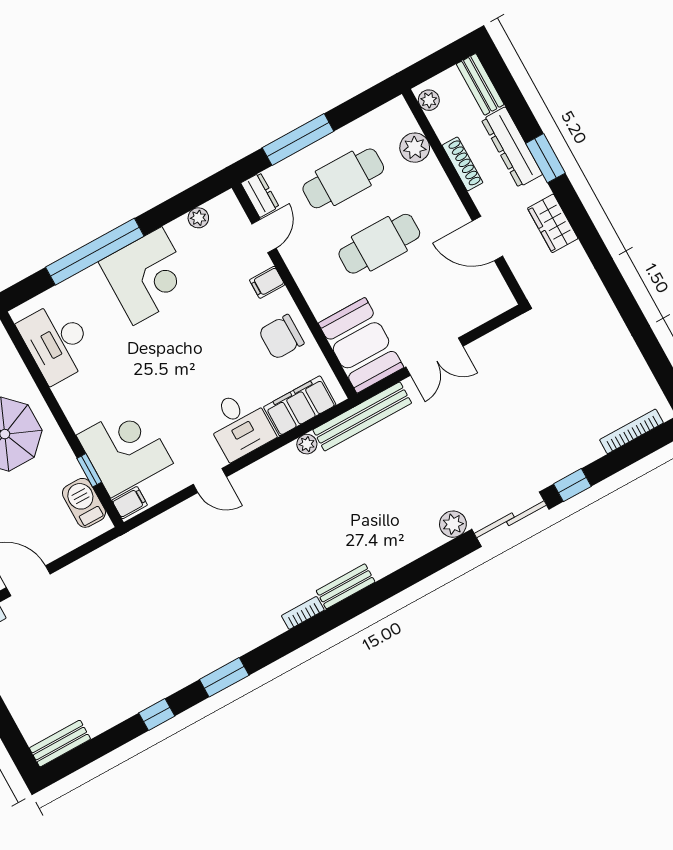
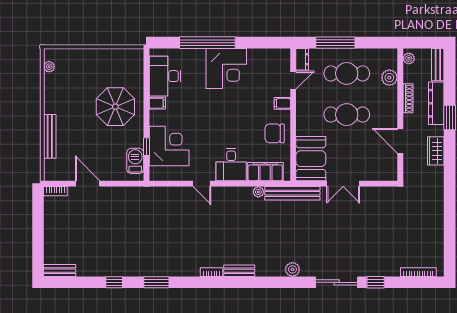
plant: (198, 218) -> (266, 54), removed
filing cabinet: (130, 503) -> (157, 103), moved
plant: (453, 524) -> (292, 269), moved

